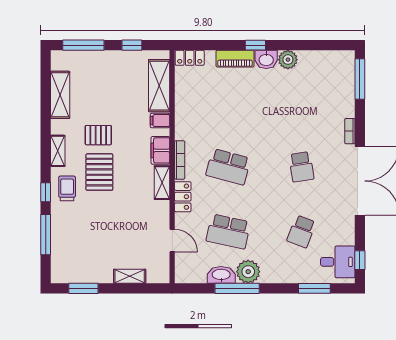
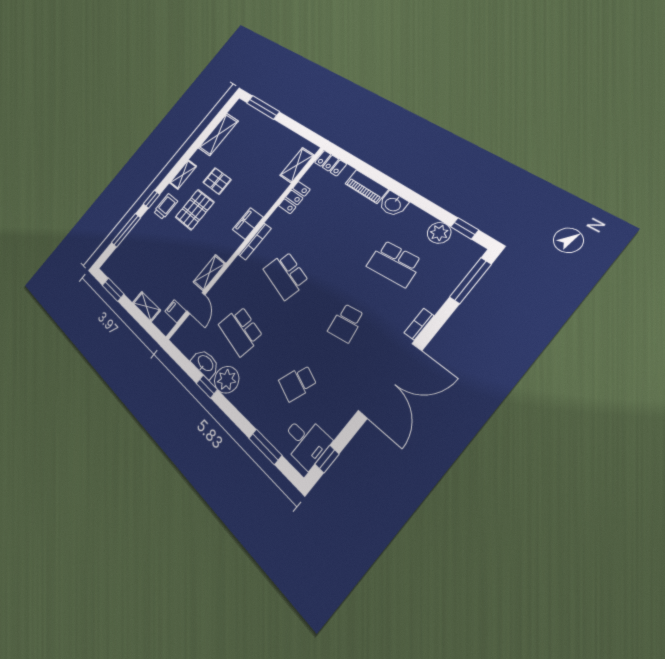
window: (132, 45) -> (296, 127), removed
window: (255, 45) -> (465, 228), moved
plant: (288, 60) -> (439, 233), moved
shelving: (159, 86) -> (297, 165), width x0.67, depth x0.75
school desk: (301, 102) -> (394, 263), added
filing cabinet: (160, 121) -> (176, 311), moved
shelving: (162, 183) -> (209, 273), moved
locker: (183, 197) -> (294, 198), moved
window: (237, 288) -> (207, 386), width x0.46

